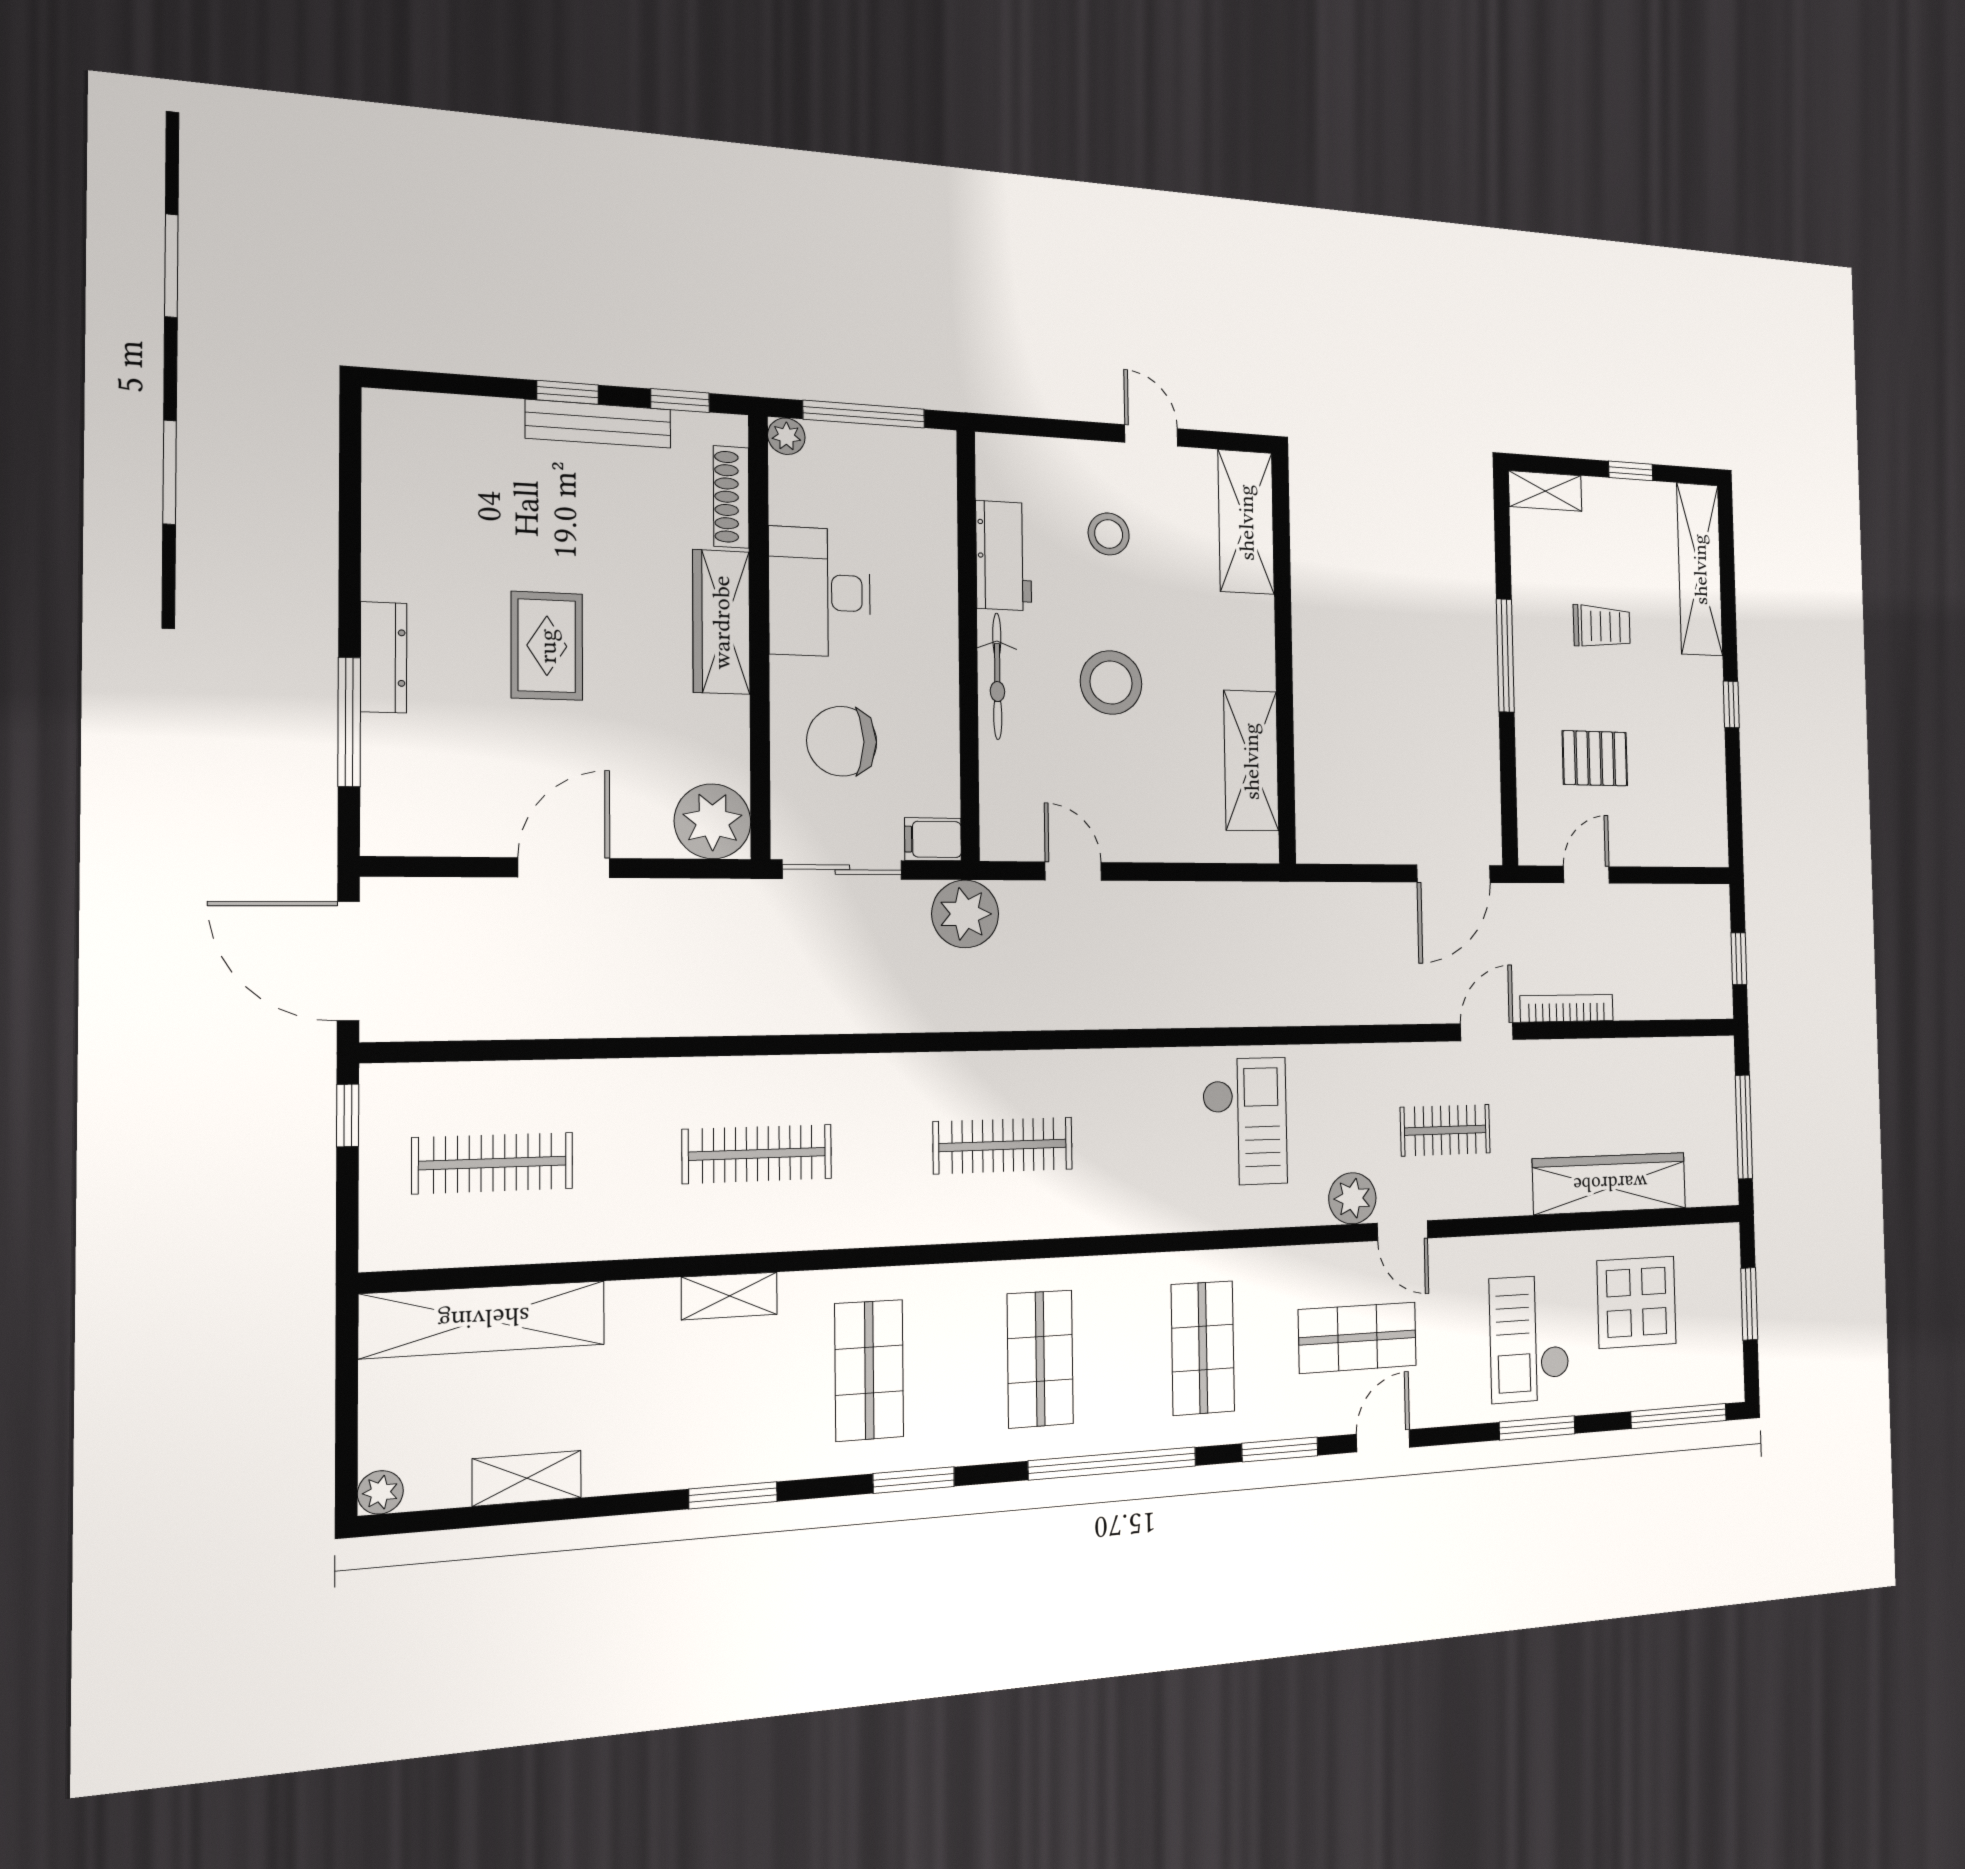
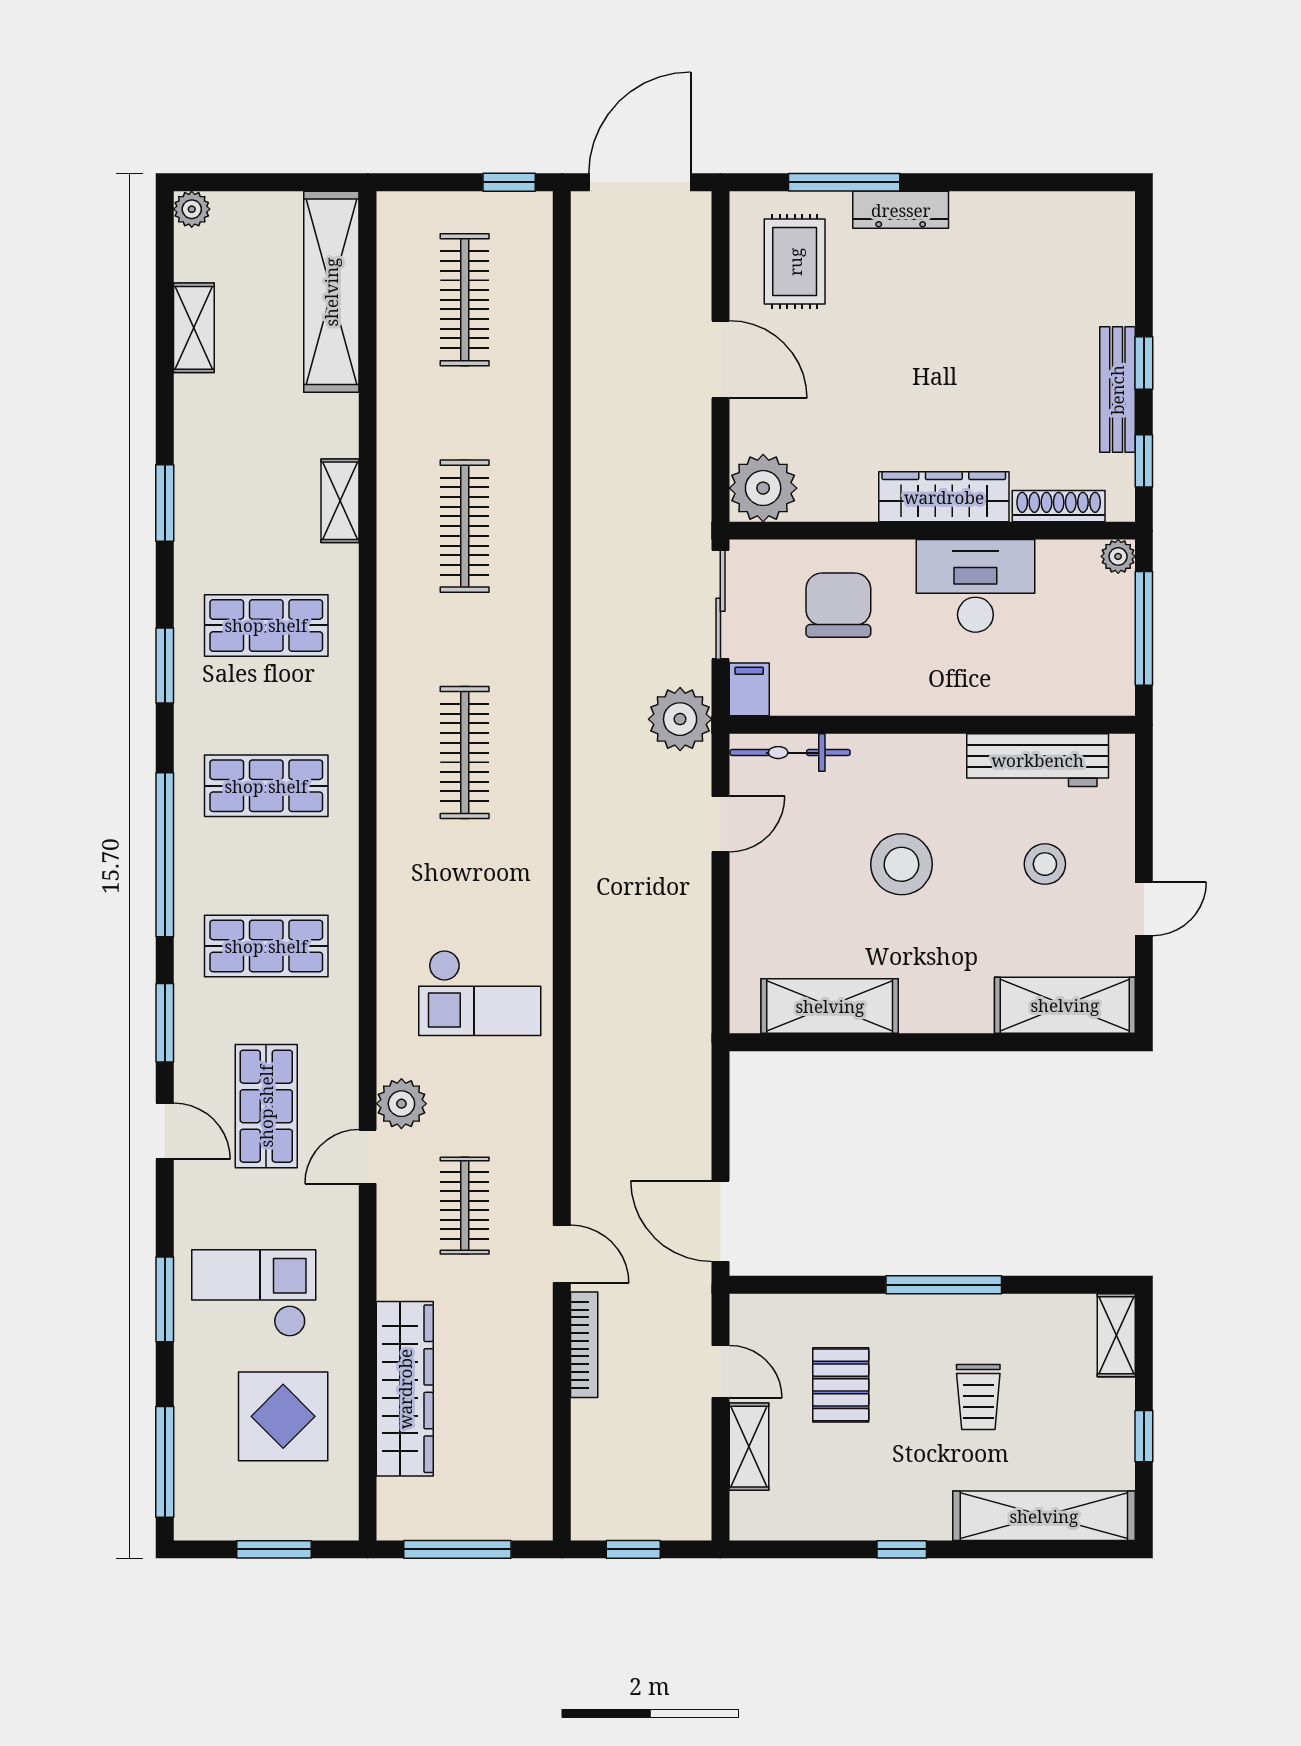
workbench: (1004, 556) -> (1038, 760), width x1.38
rug: (547, 646) -> (795, 262), moved, turned 90
bicycle: (997, 676) -> (790, 753), moved
shelving: (1650, 848) -> (749, 1447), added

